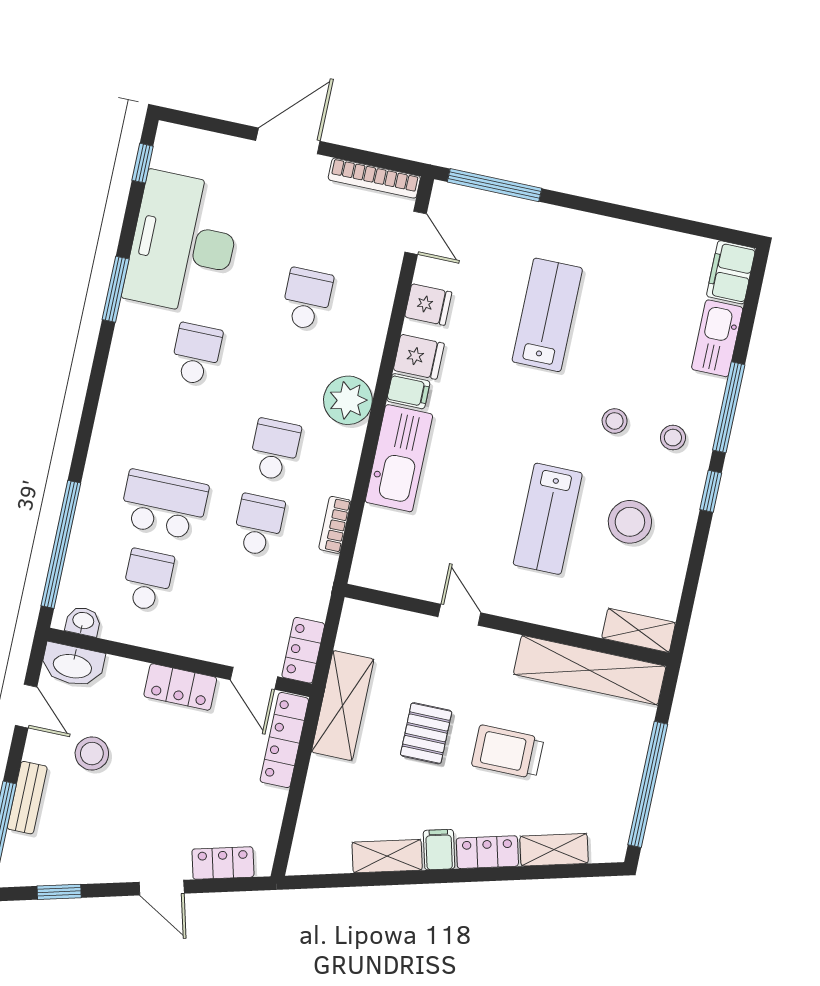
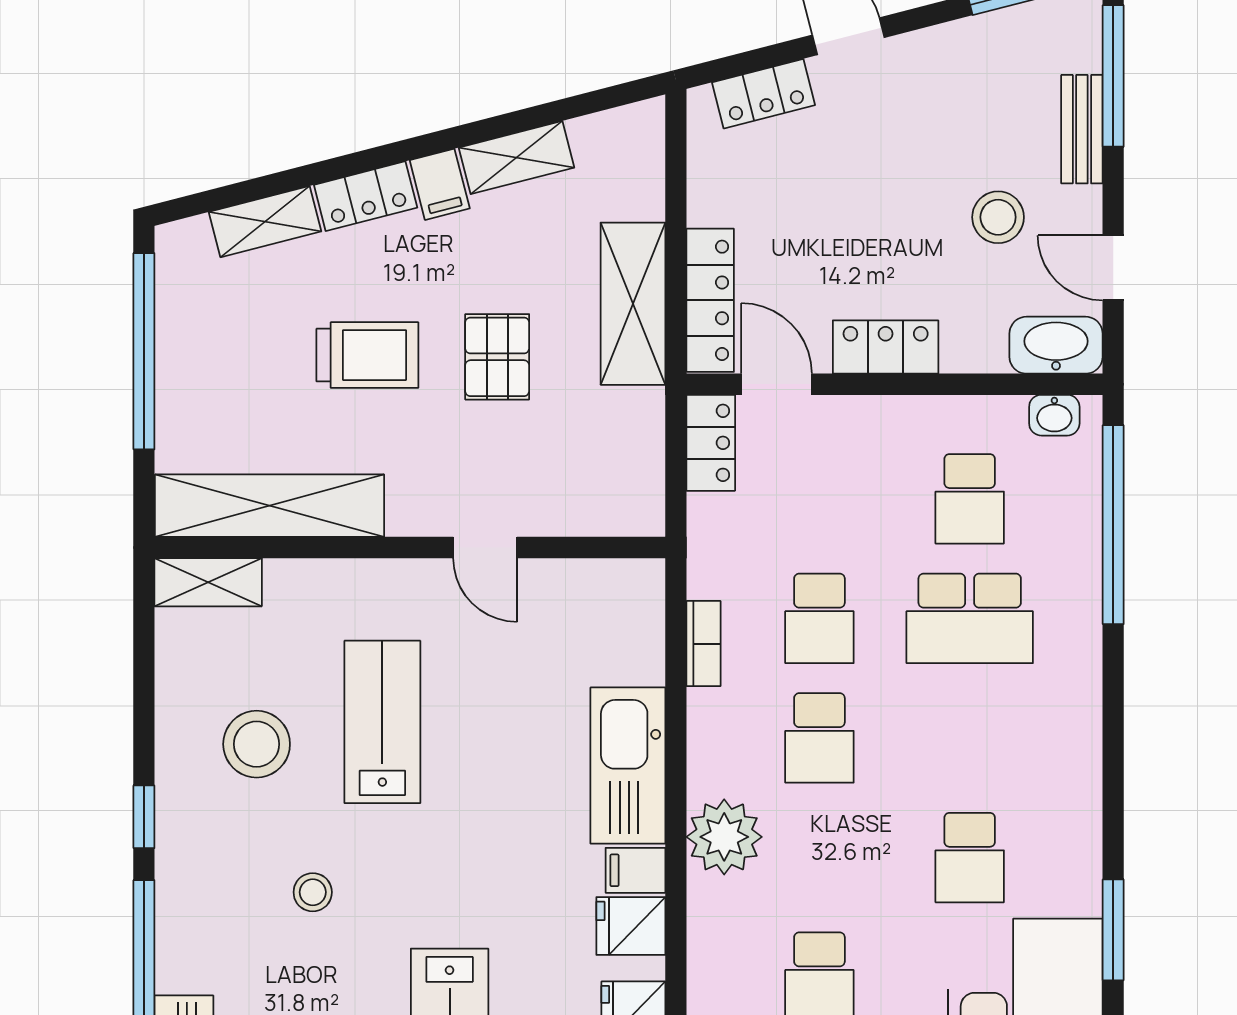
stool: (673, 438) -> (219, 886), removed
shelving: (343, 706) -> (633, 304), moved

